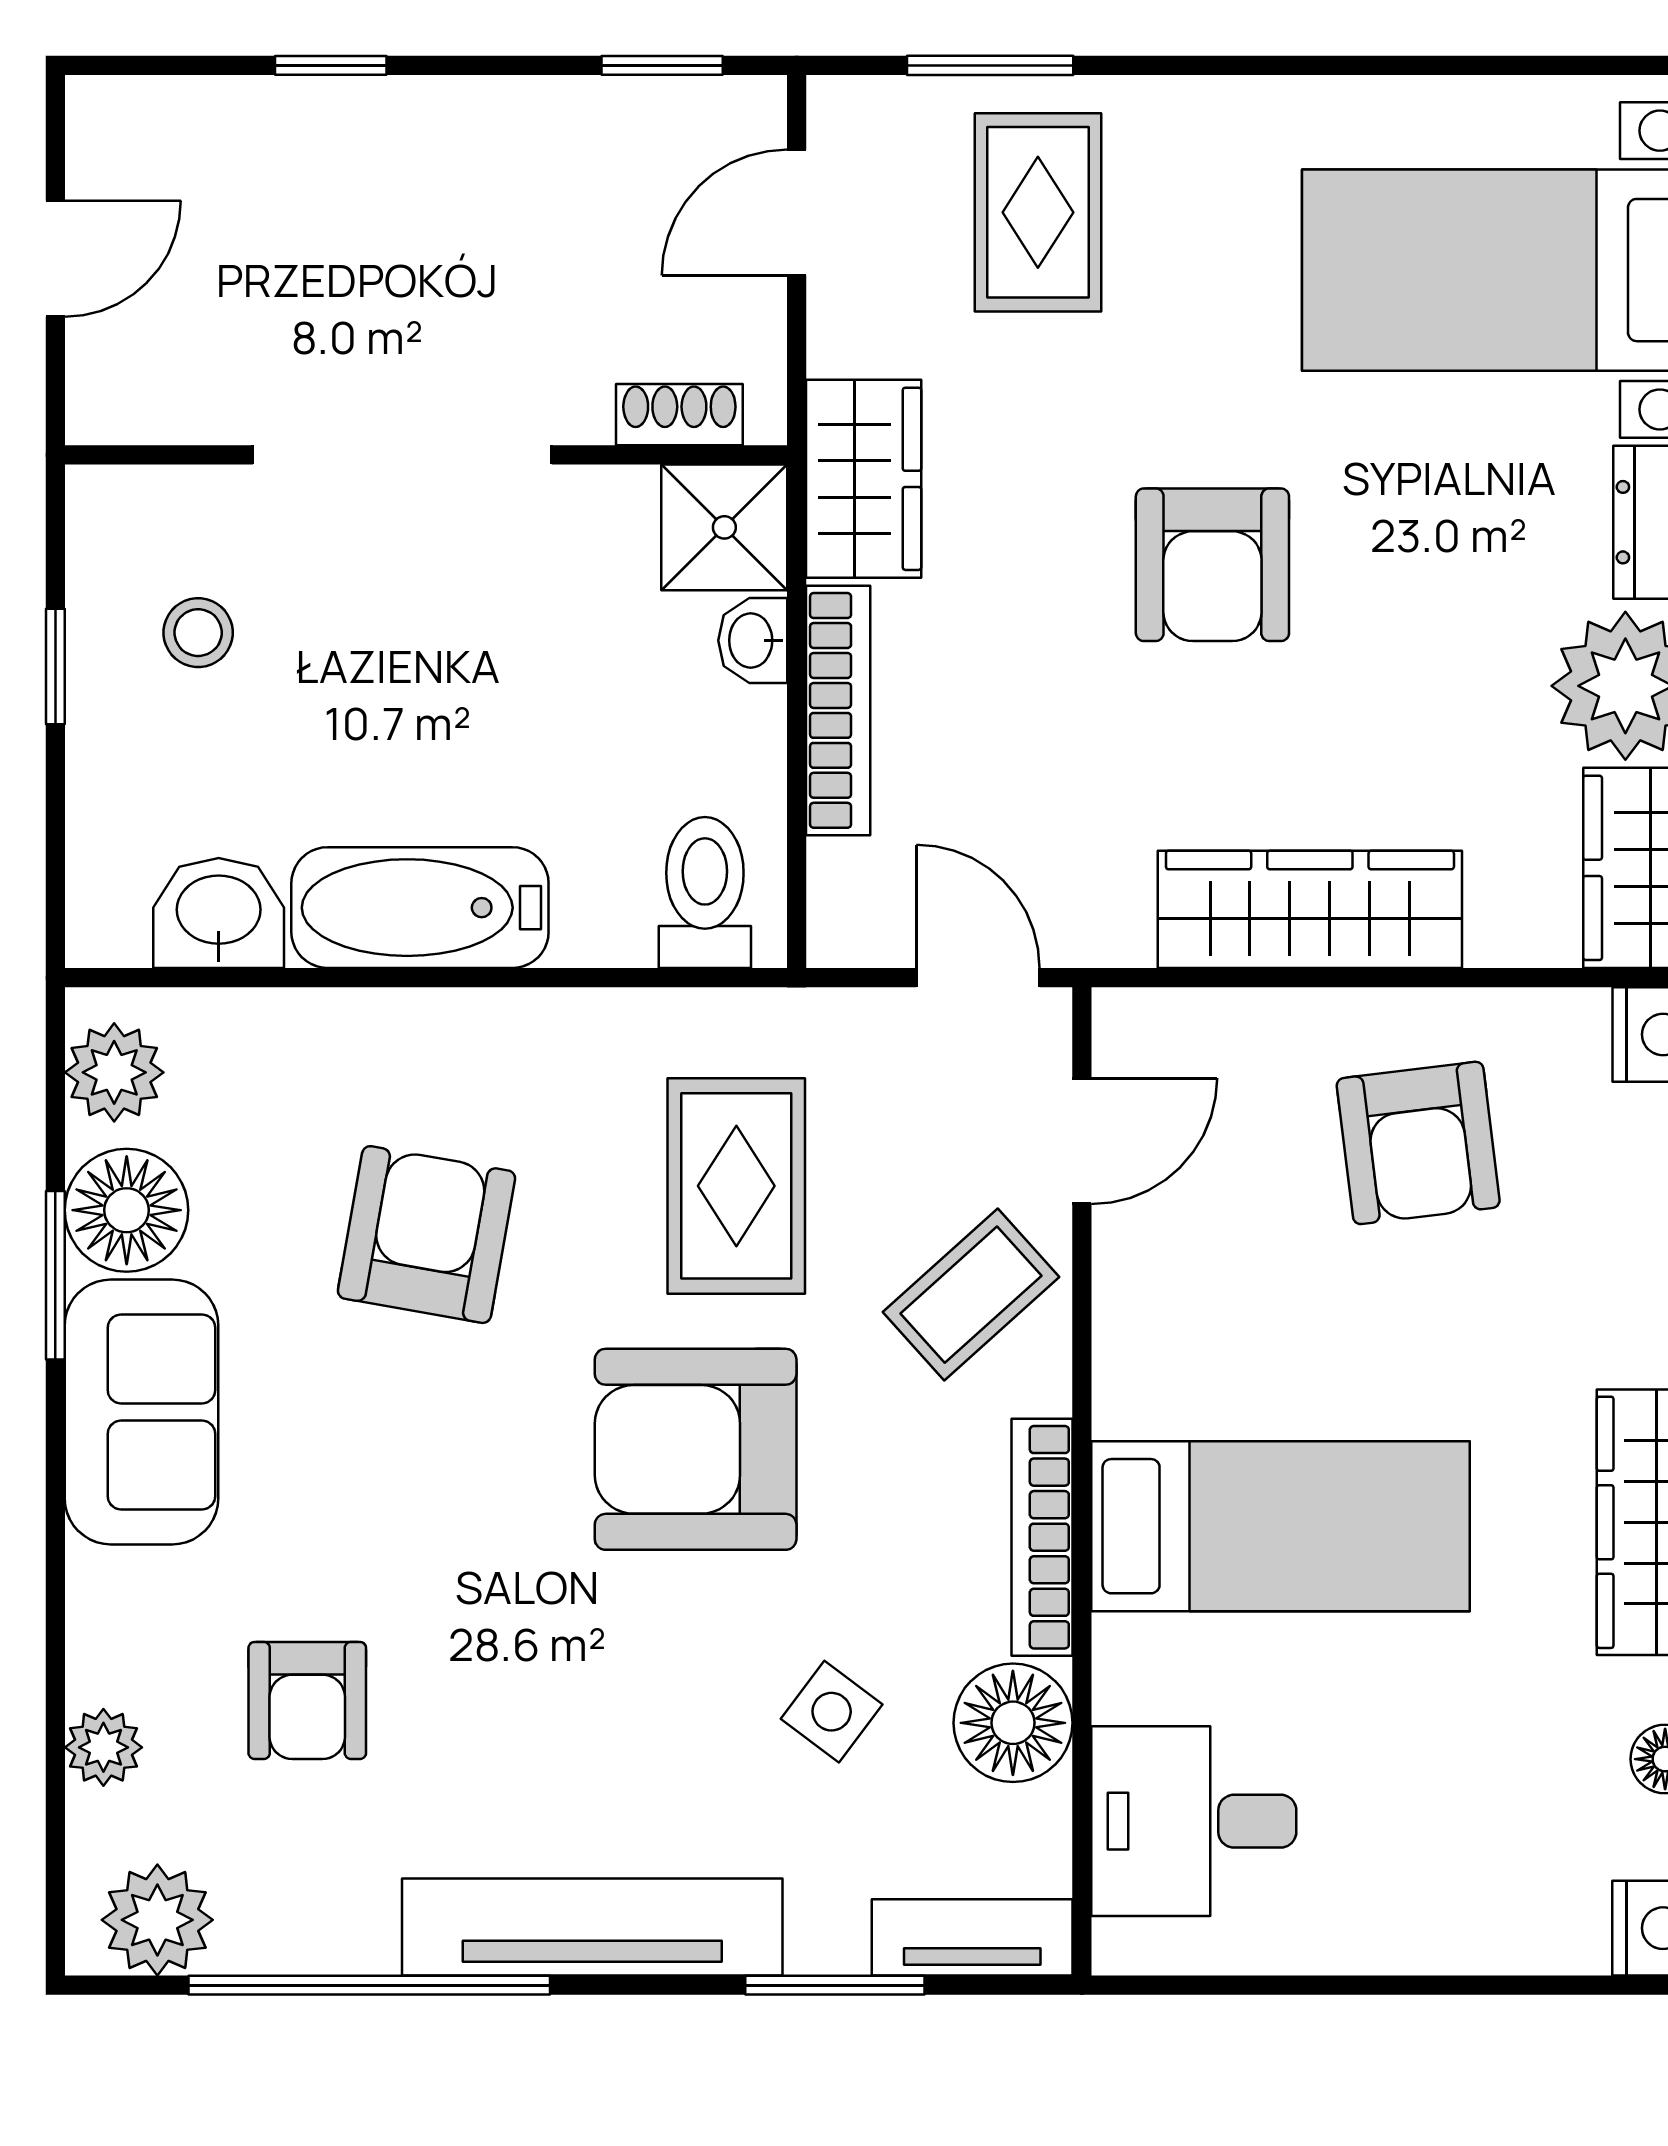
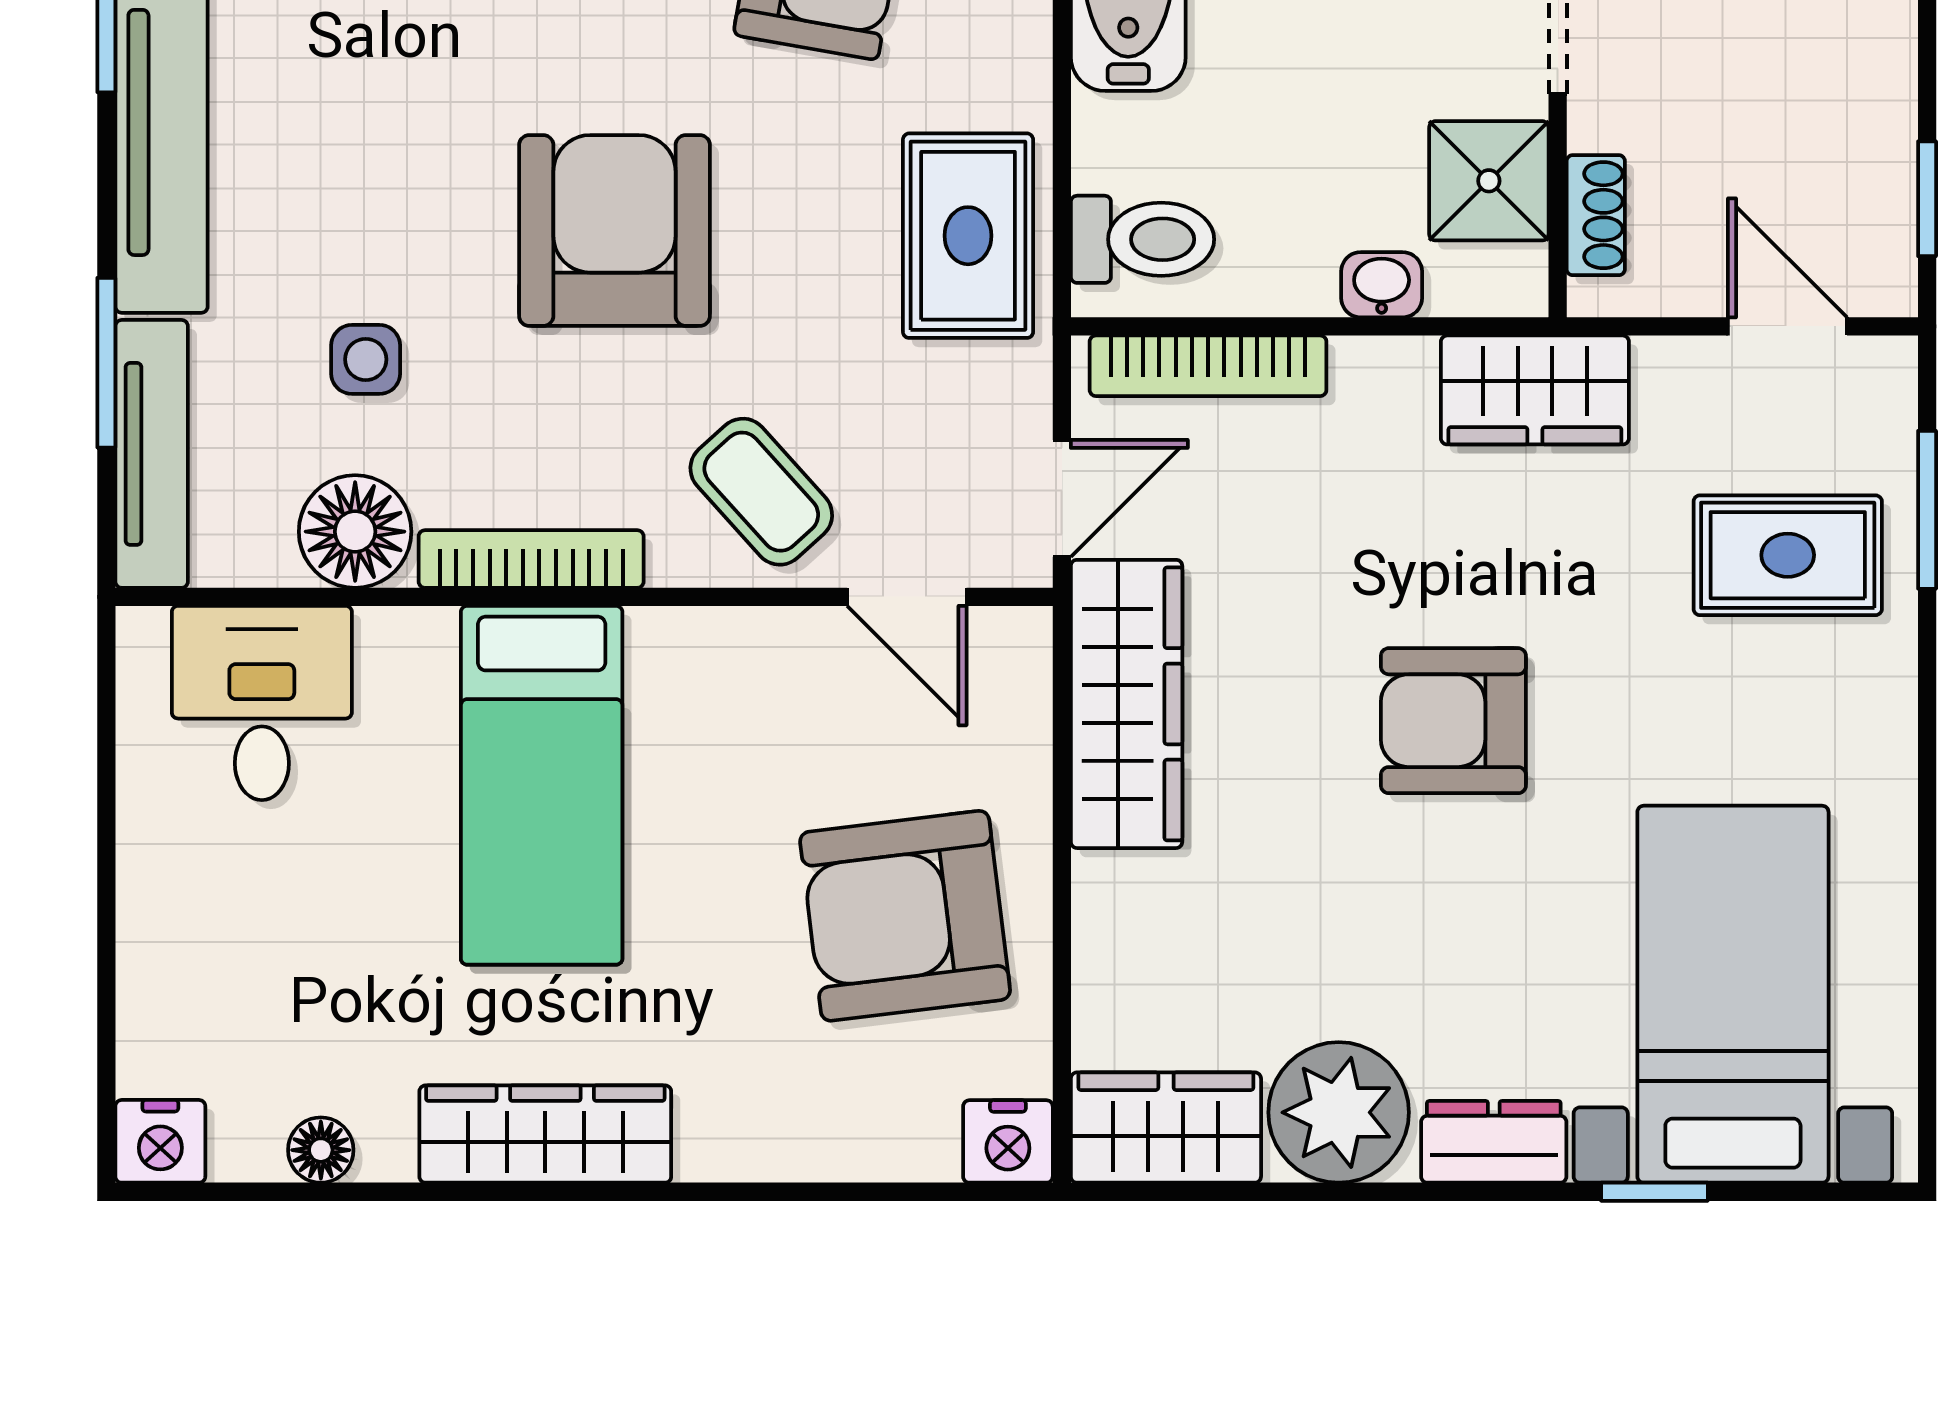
shower: (724, 527) -> (1489, 181), moved
bookcase: (838, 710) -> (1208, 366), moved
wardrobe: (1310, 909) -> (1127, 704), moved
armchair: (1418, 1143) -> (905, 916), width x1.36, depth x1.36
rug: (736, 1186) -> (968, 236), moved, turned 90
side table: (832, 1712) -> (366, 359), turned -37
tv unit: (972, 1937) -> (152, 454), width x1.41

